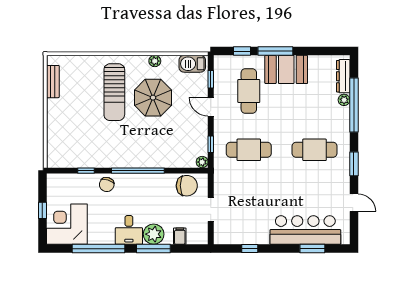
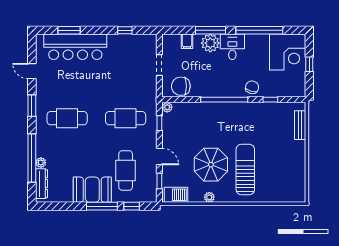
bench: (53, 82) -> (300, 125), moved

